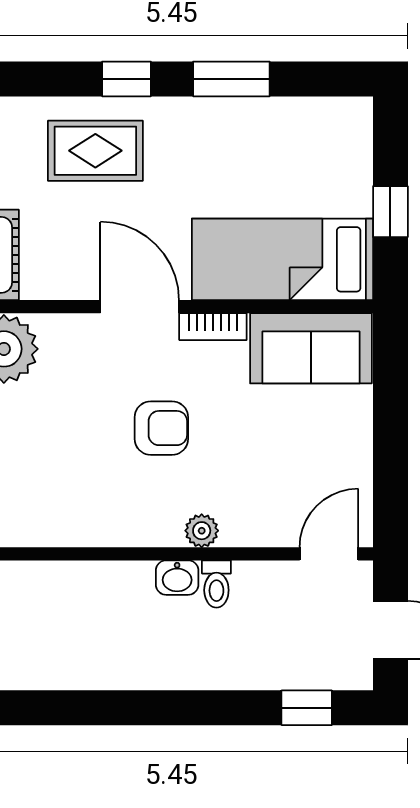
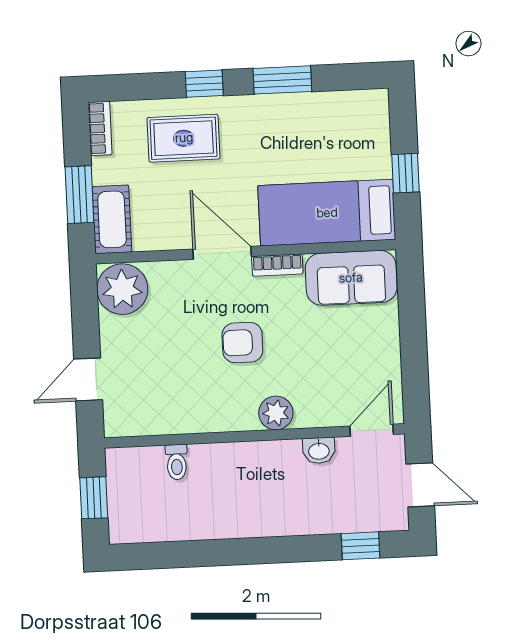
armchair: (161, 428) -> (242, 343), turned 180
plant: (202, 531) -> (276, 413), width x1.38, depth x1.38
washbasin: (177, 578) -> (319, 451), moved
toilet: (216, 584) -> (177, 462), moved

